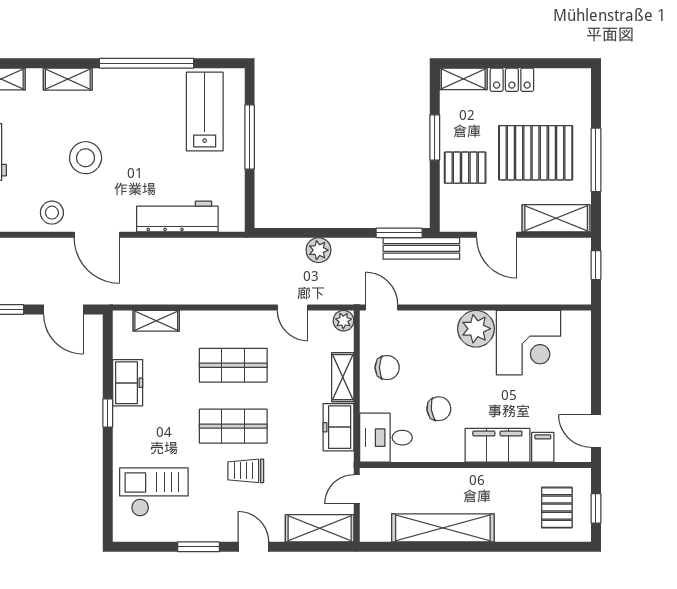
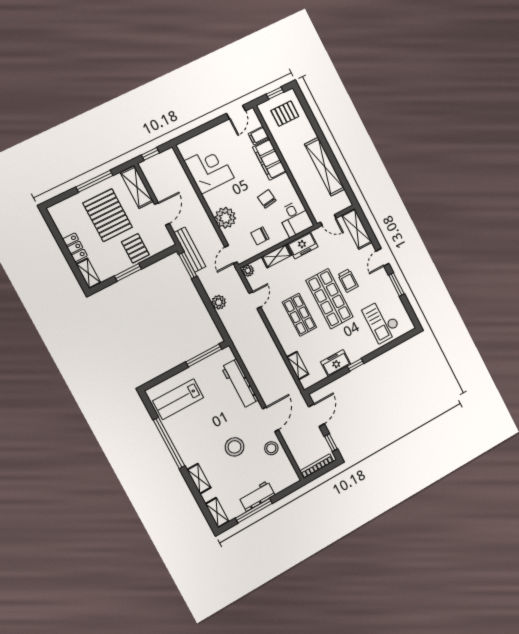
window: (250, 137) -> (204, 356), moved
plant: (476, 329) -> (225, 218), moved
chair: (387, 368) -> (260, 236), turned -90
shop shelf: (233, 426) -> (329, 299), width x1.43, depth x1.36

